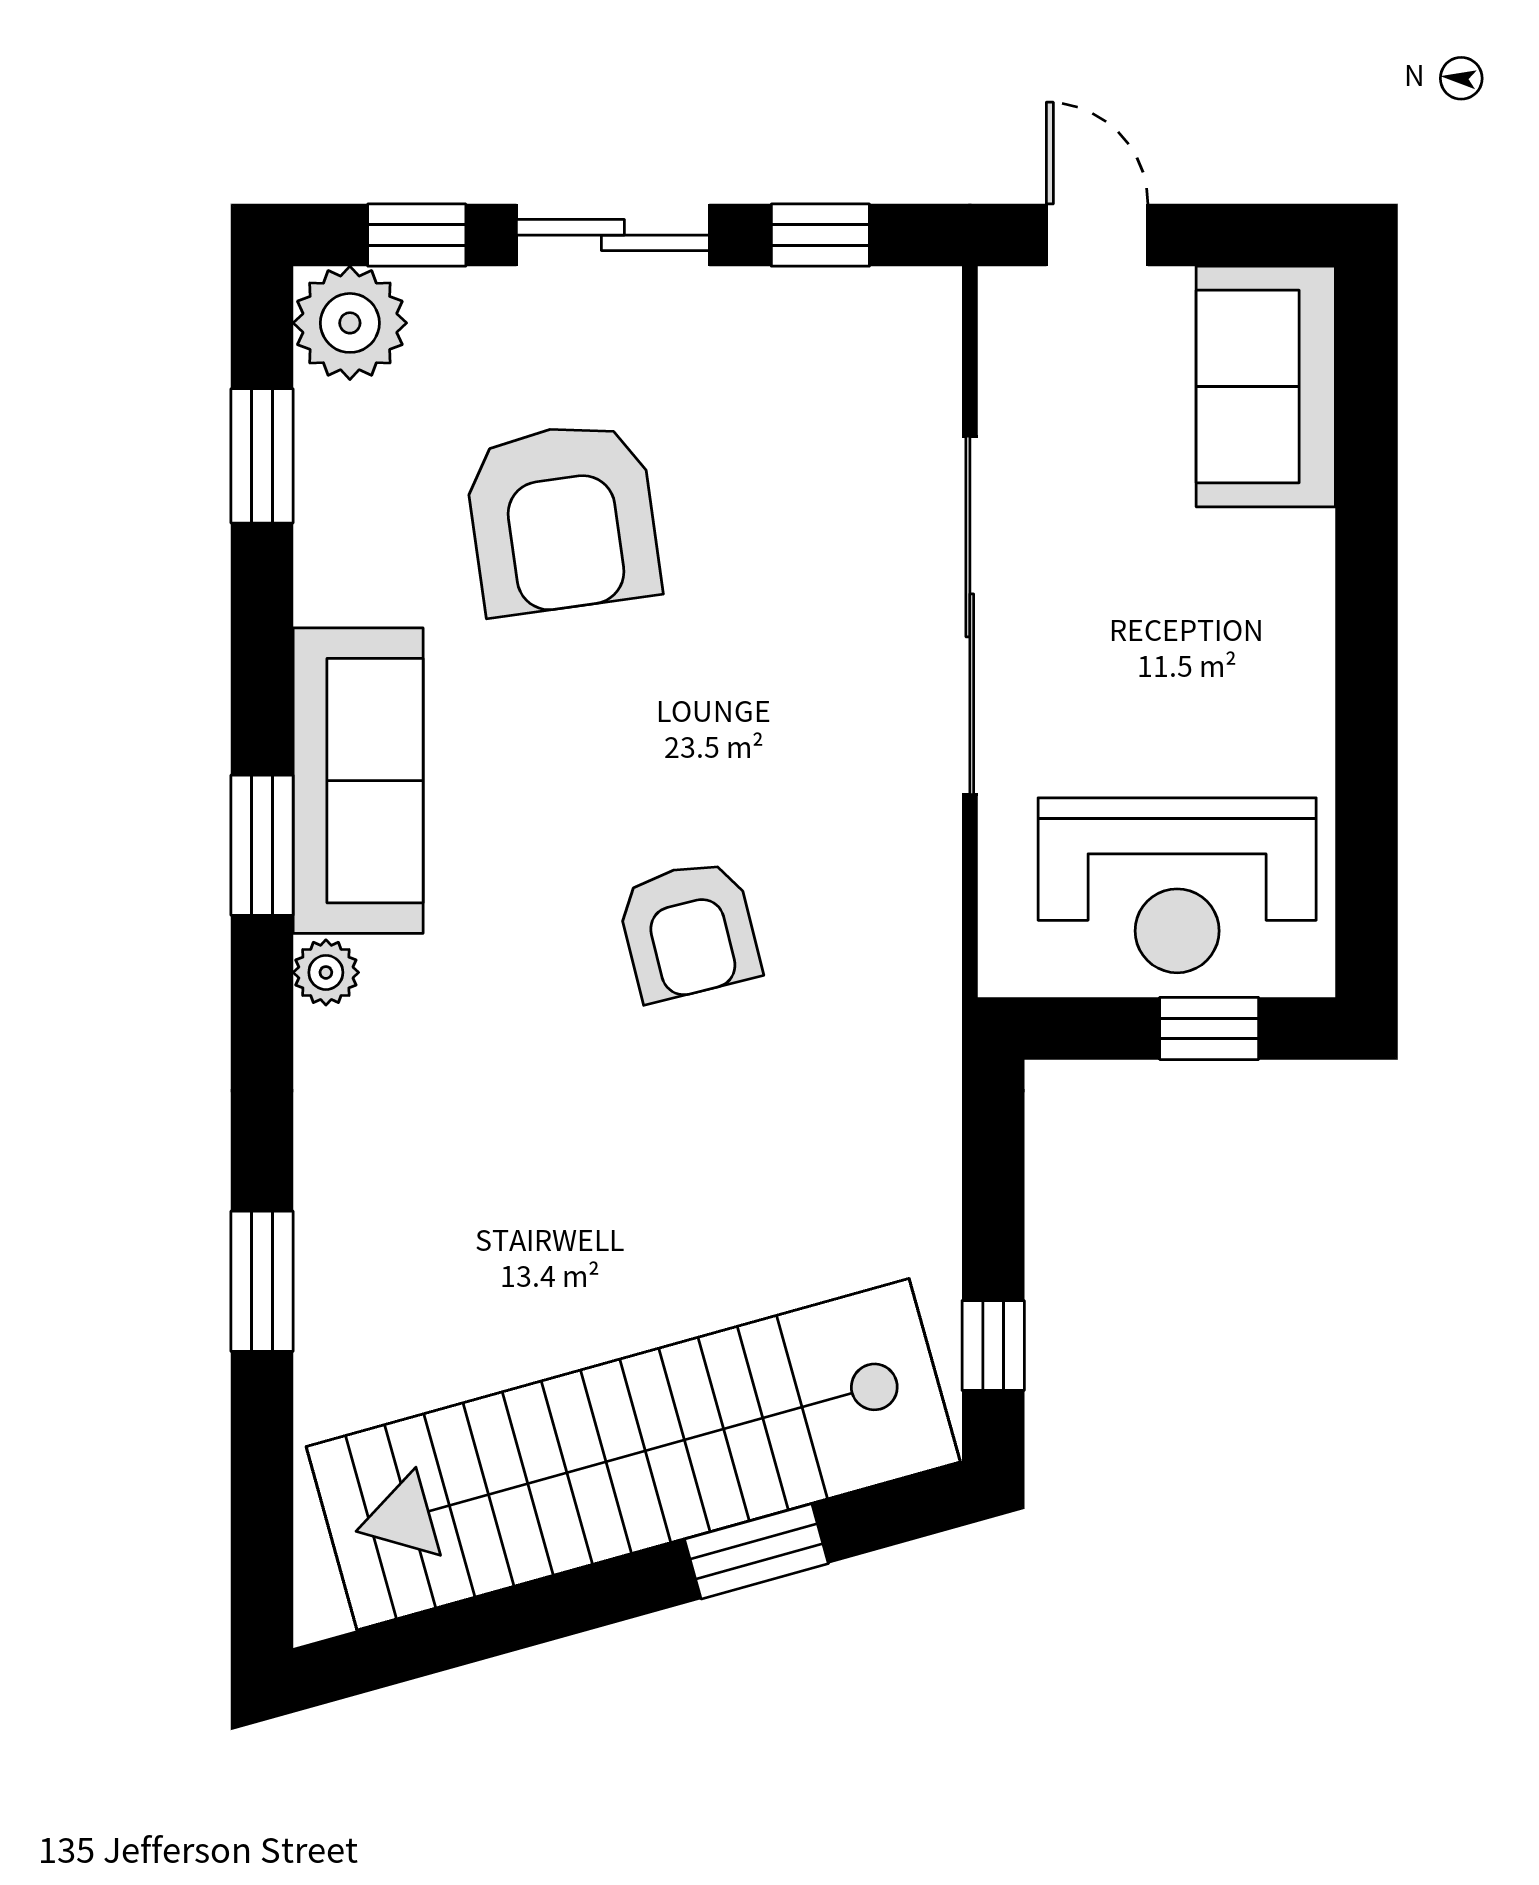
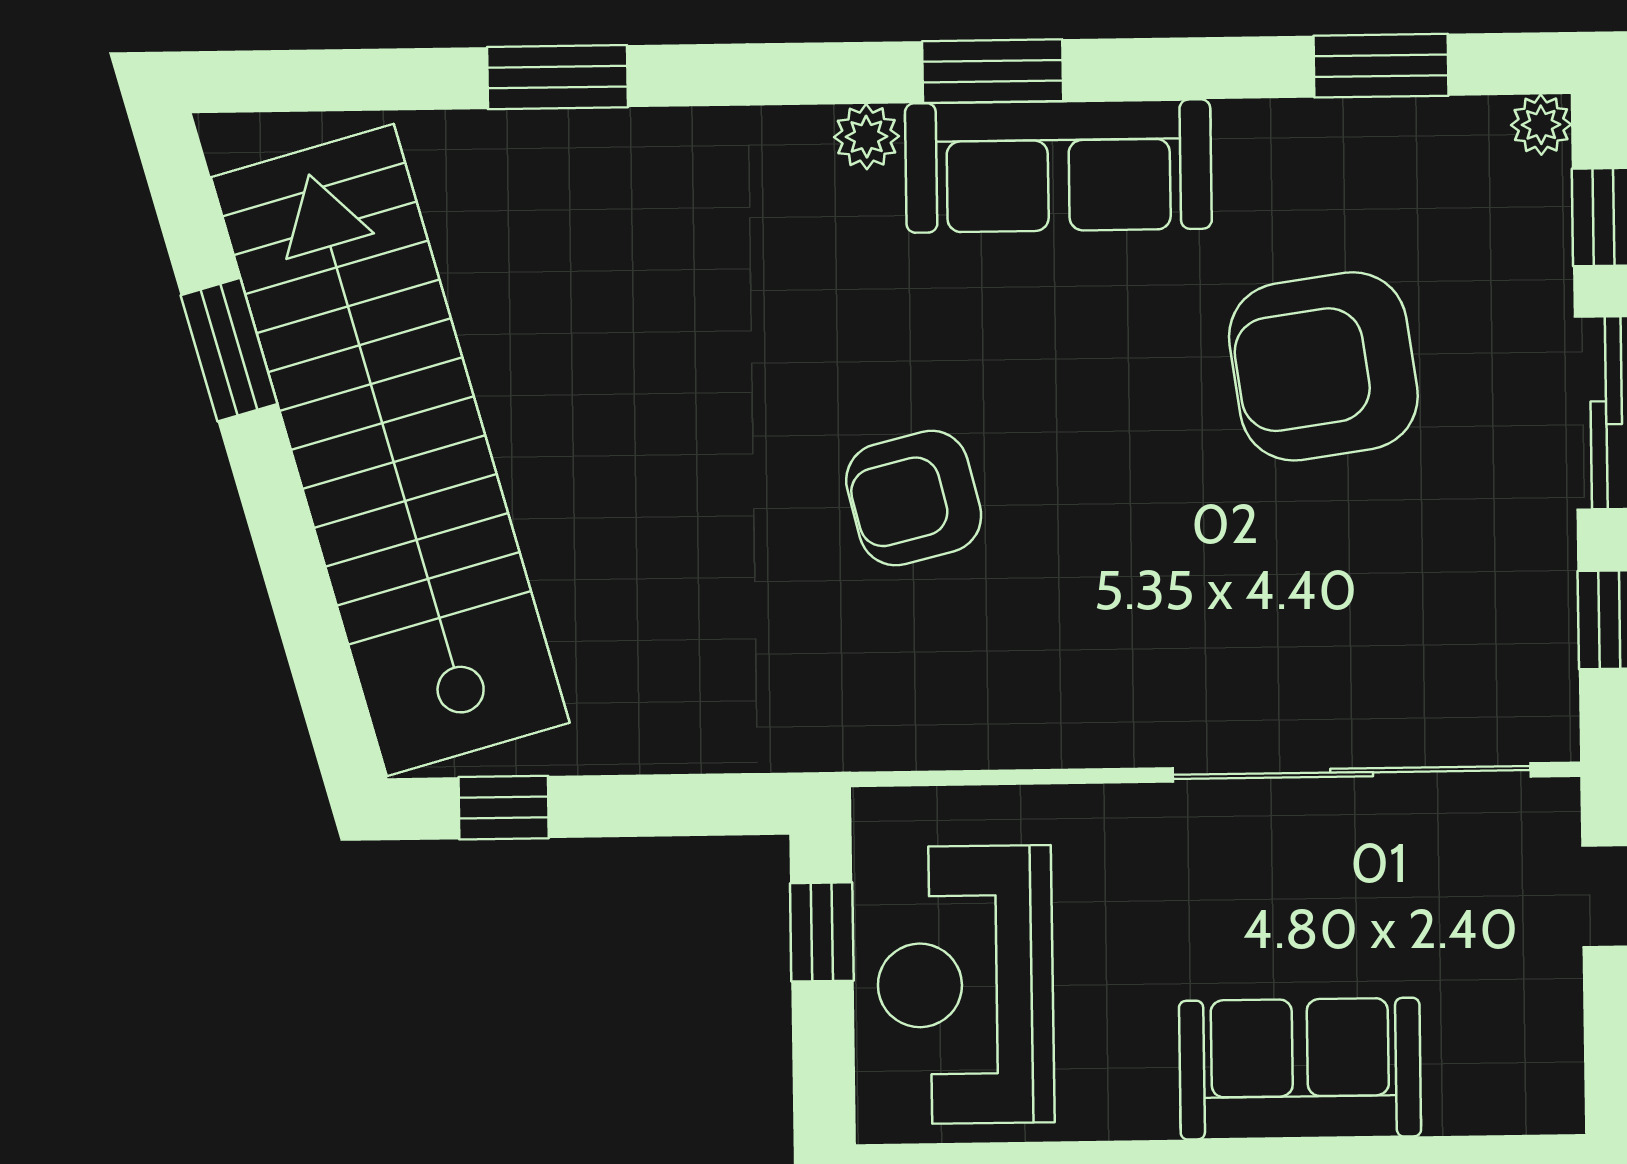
plant: (350, 323) -> (1541, 125), width x0.53, depth x0.53
sofa: (1266, 387) -> (1300, 1069), moved
sliding door: (970, 615) -> (1352, 772), moved
window: (1209, 1028) -> (822, 932), moved
window: (756, 1551) -> (229, 350), moved

